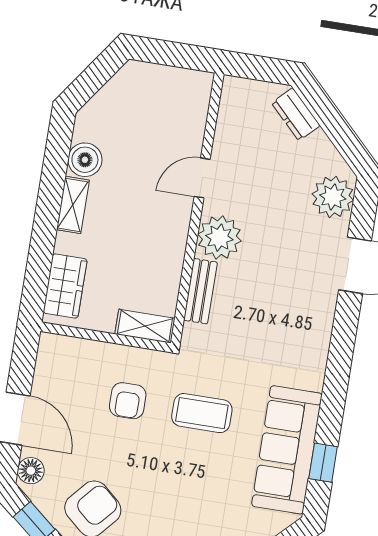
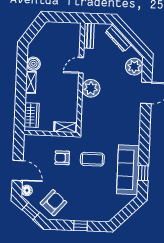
dresser: (296, 114) -> (118, 38), width x1.44
bench: (200, 291) -> (89, 36), moved
armchair: (128, 401) -> (62, 158), turned 90

